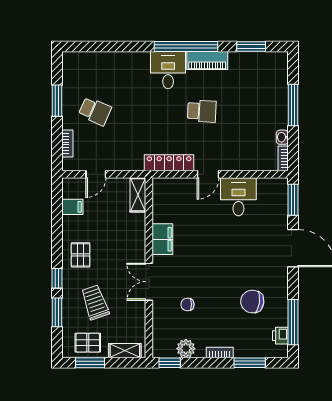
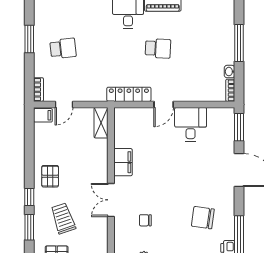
school desk: (95, 111) -> (63, 48), turned -30
bookcase: (67, 144) -> (39, 90), moved
filing cabinet: (72, 207) -> (43, 115), moved

